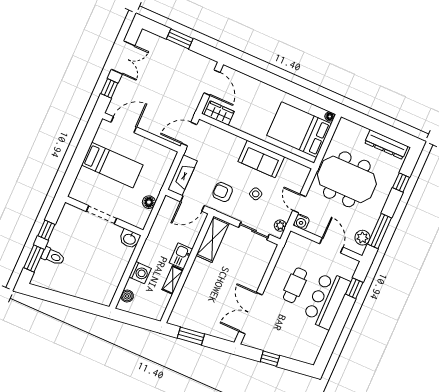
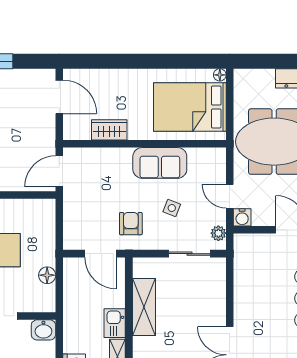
wardrobe: (219, 113) -> (109, 130), moved
fireplace: (182, 175) -> (73, 225), removed
armchair: (223, 192) -> (131, 224), turned 90
door: (192, 204) -> (100, 254), hinge flipped
shelving: (213, 239) -> (144, 307), moved
cafe table: (295, 285) -> (268, 297), removed

